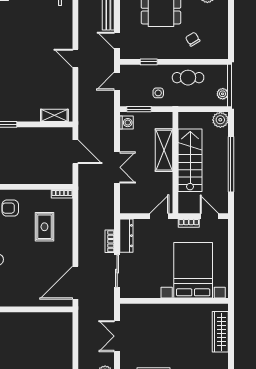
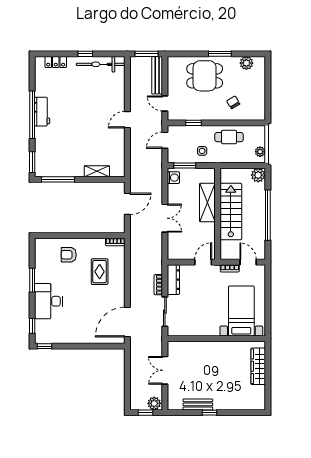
door: (75, 58) -> (127, 120), hinge flipped
shelving: (54, 115) -> (97, 171), moved
door: (75, 152) -> (127, 204), hinge flipped
bed with nightstands: (193, 270) -> (241, 311), width x0.73

